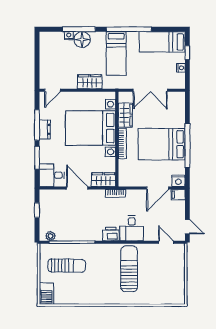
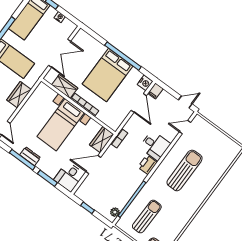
bed with nightstands: (91, 128) -> (61, 125), width x0.73
sun lounger: (129, 269) -> (185, 170), turned 90

